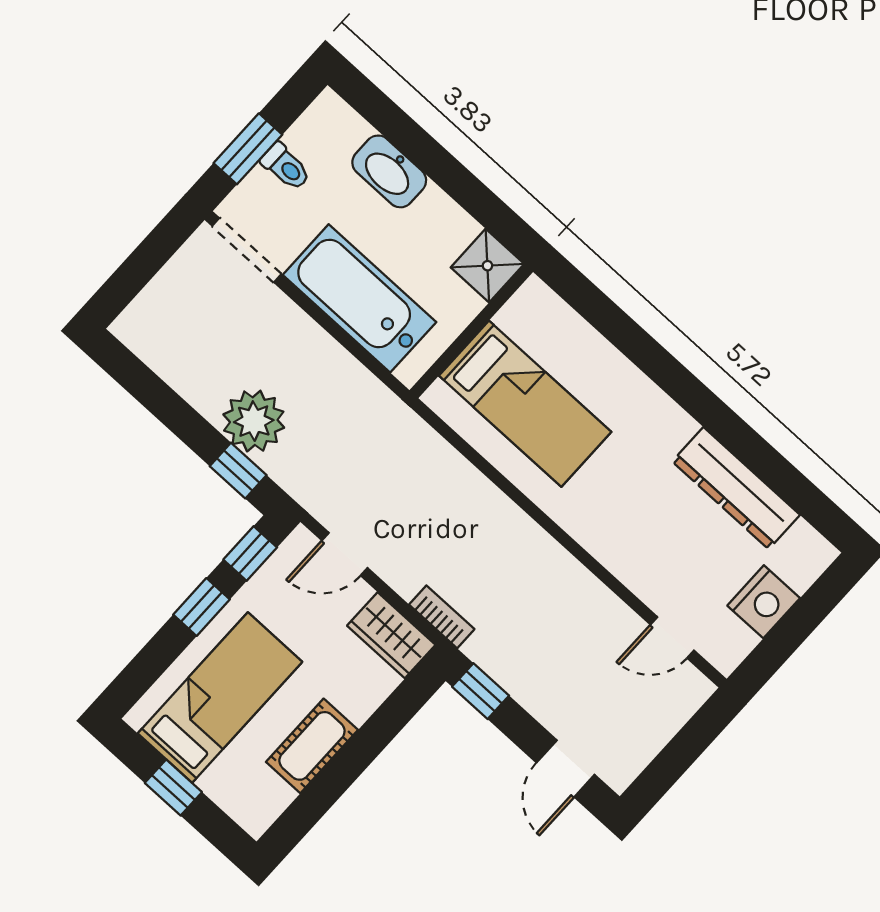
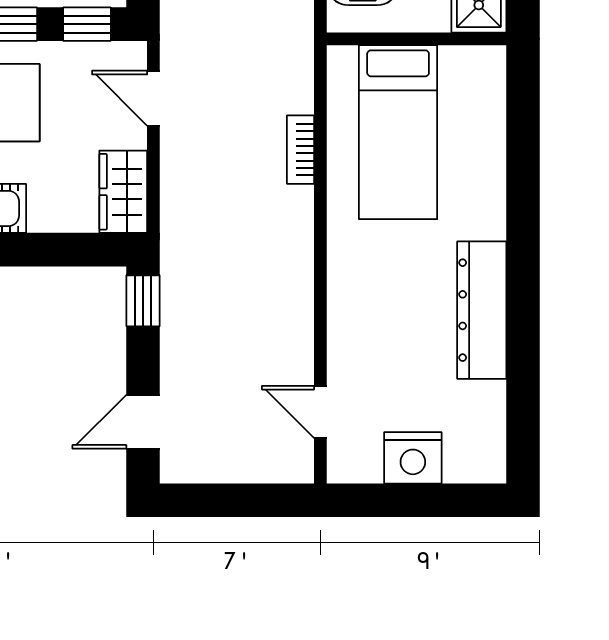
dresser: (736, 488) -> (482, 310), moved
bookcase: (442, 617) -> (301, 150), moved, turned 180

